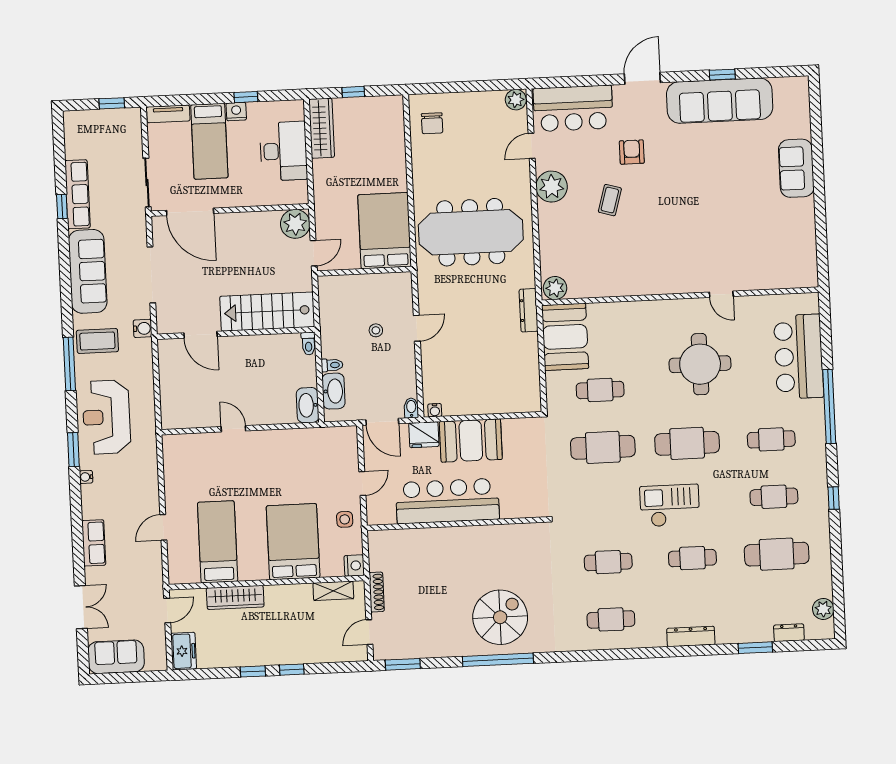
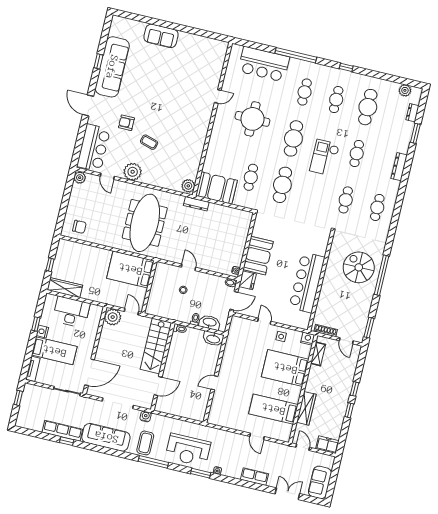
bar counter: (447, 501) -> (307, 282), moved
wall: (457, 524) -> (321, 281), moved

